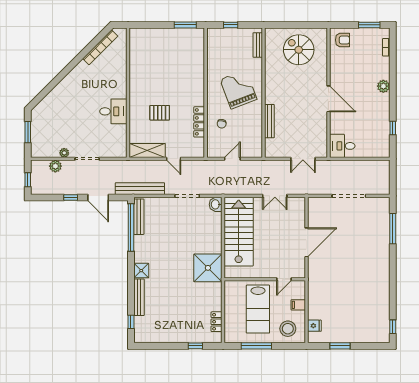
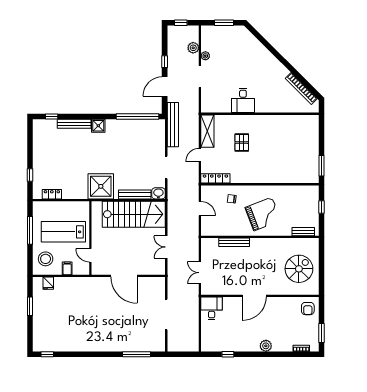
locker: (199, 122) -> (215, 178), moved
bench: (139, 217) -> (135, 194), moved

